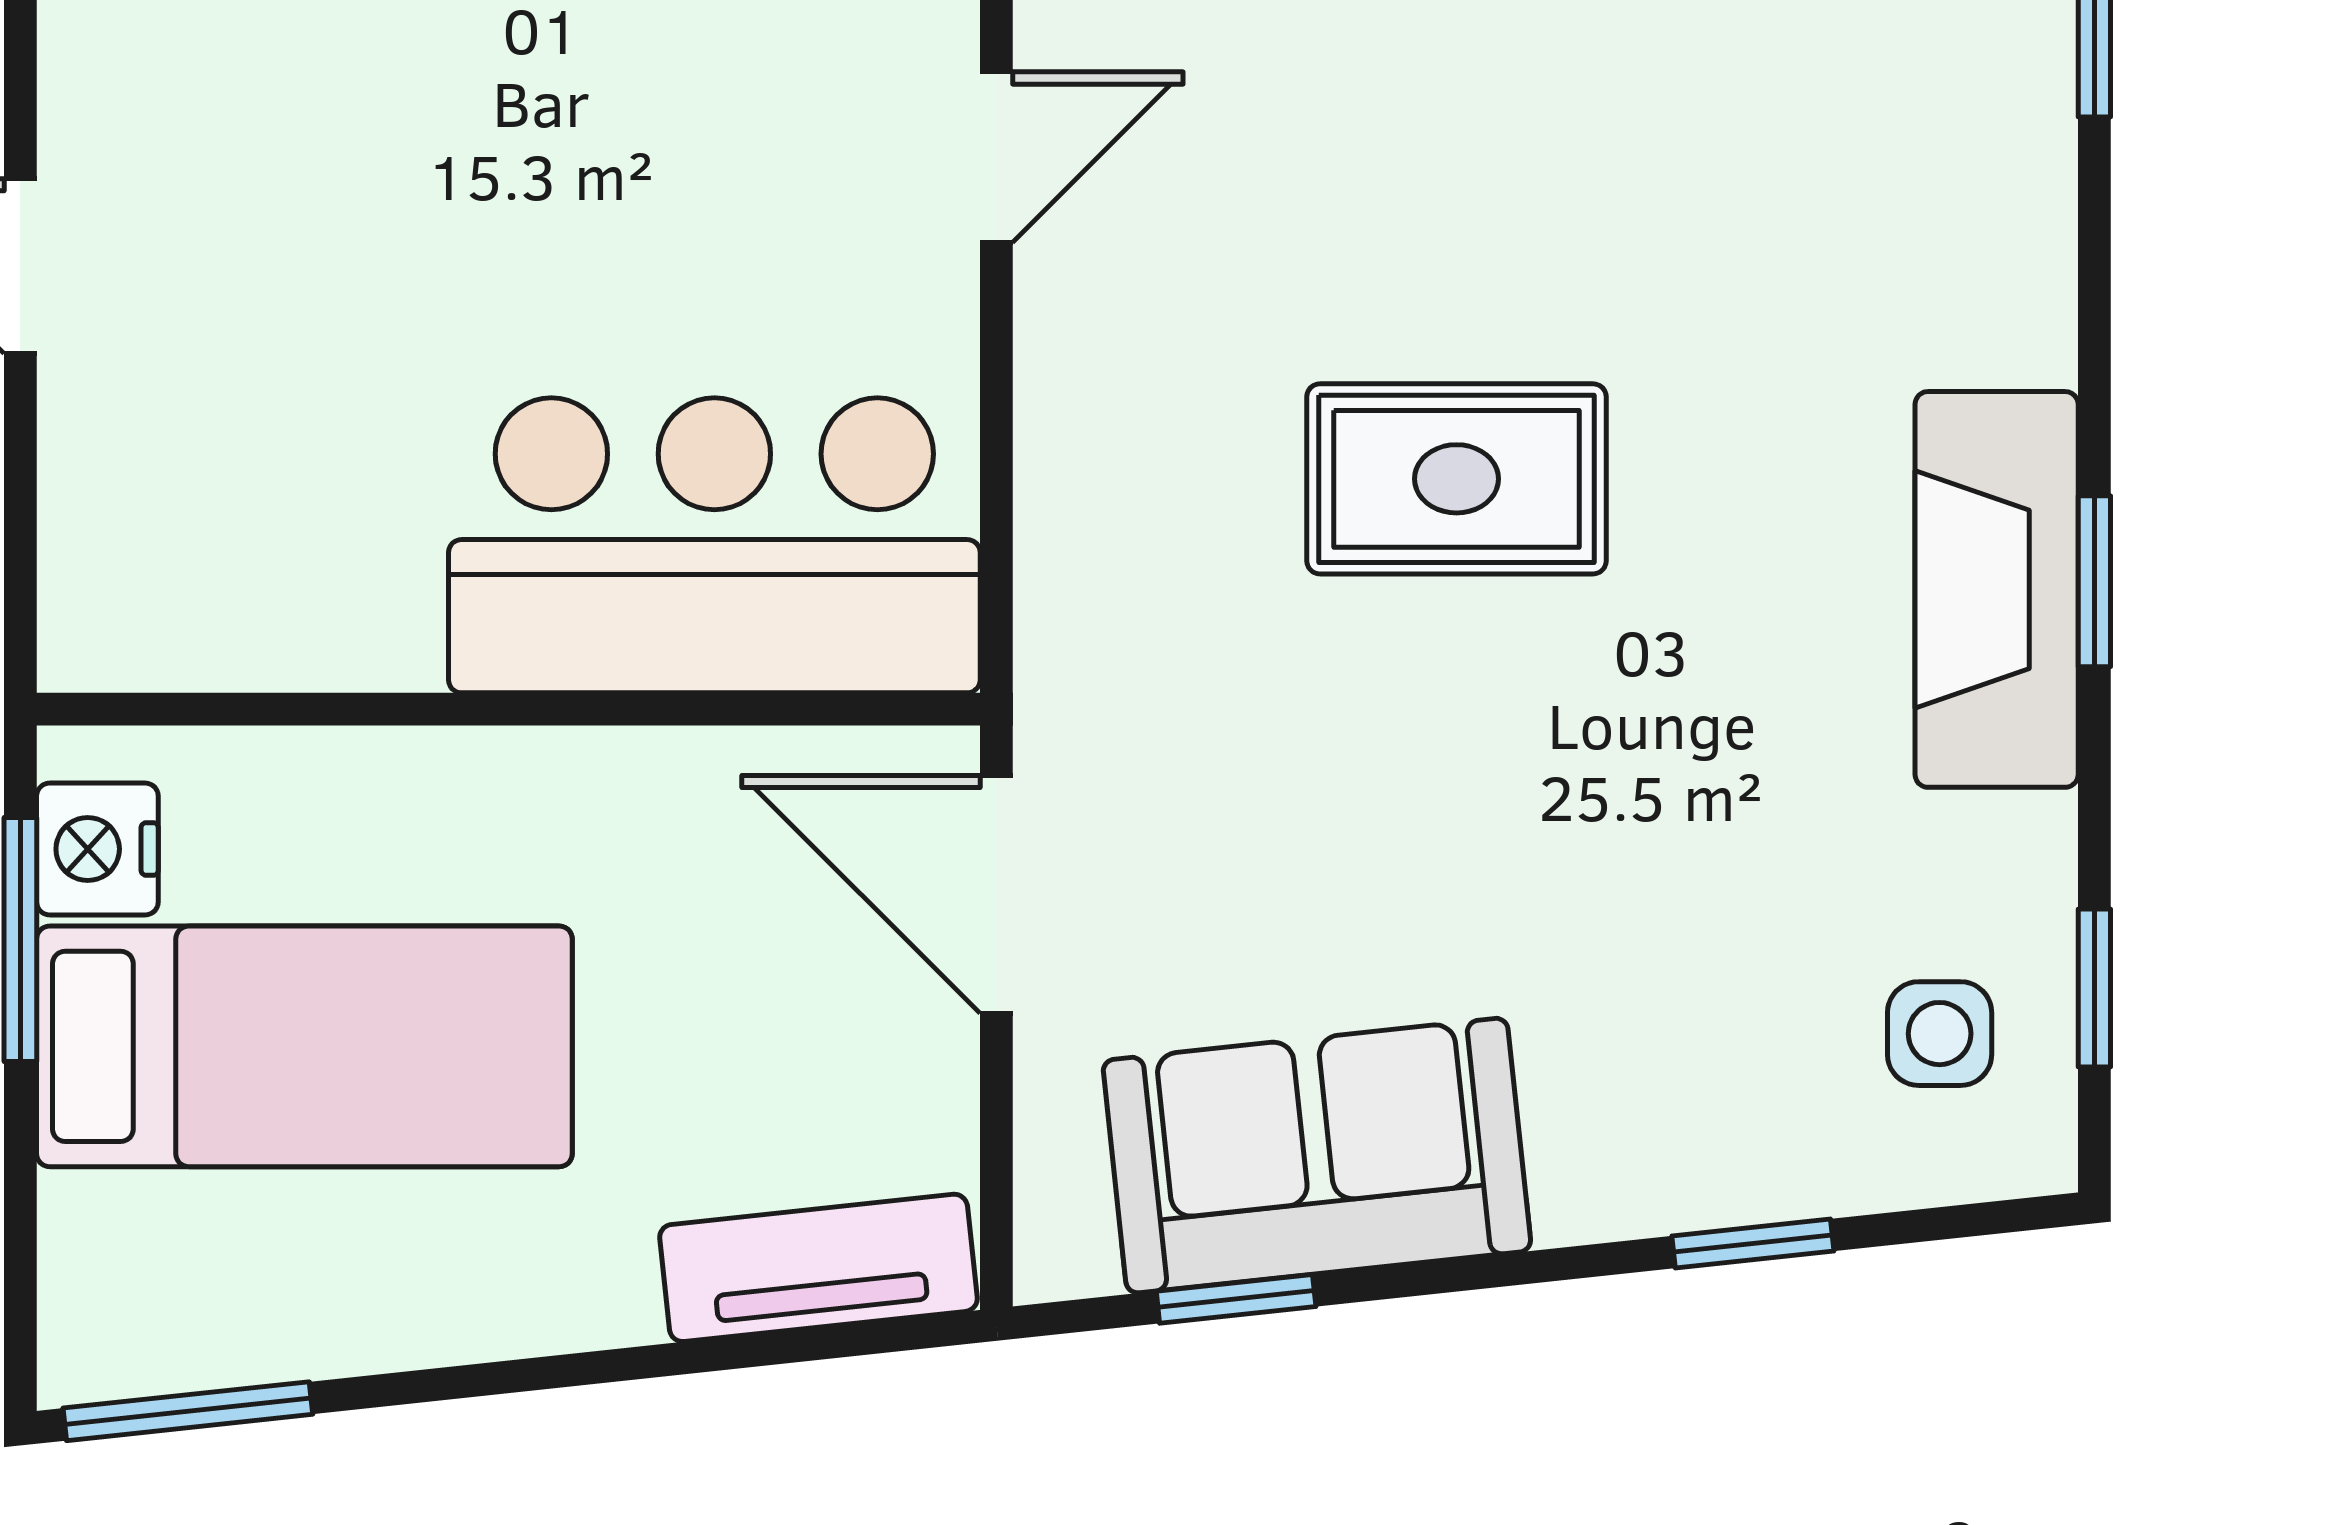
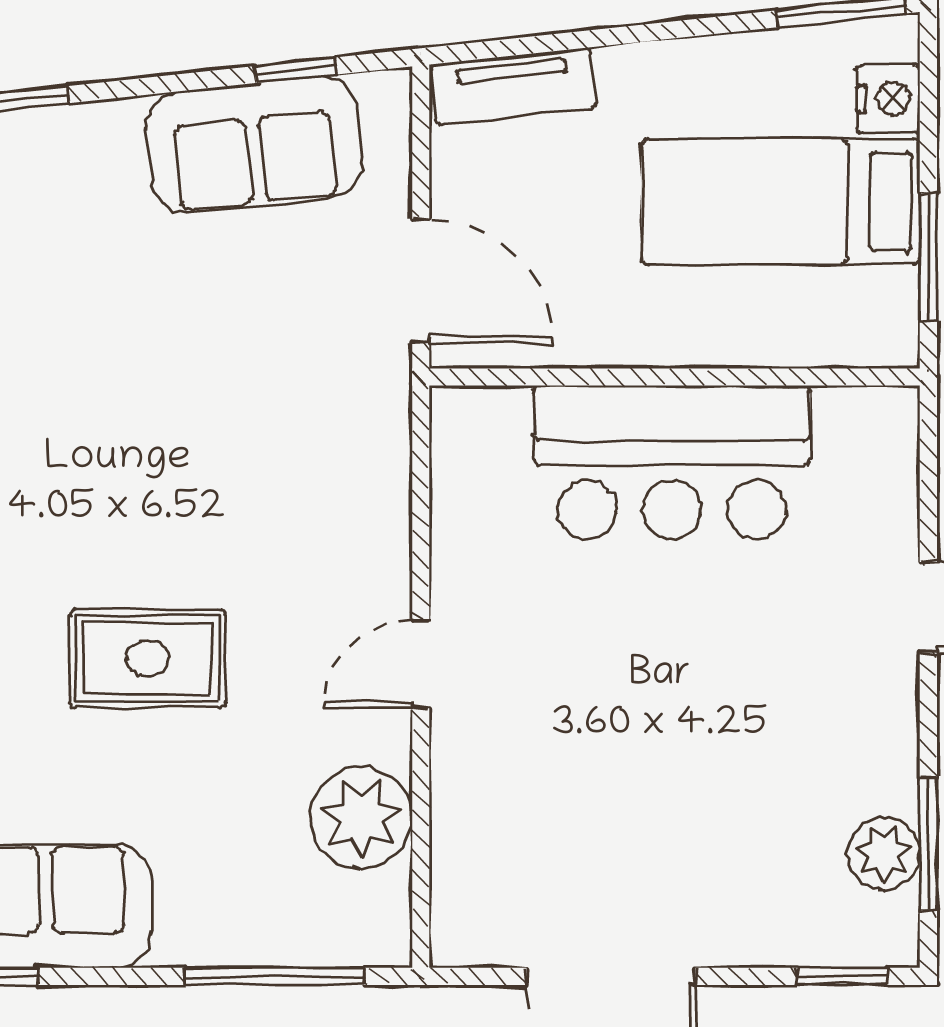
rug: (1456, 479) -> (148, 659), moved
bar counter: (714, 545) -> (672, 462), moved
nightstand: (97, 849) -> (888, 99), moved

